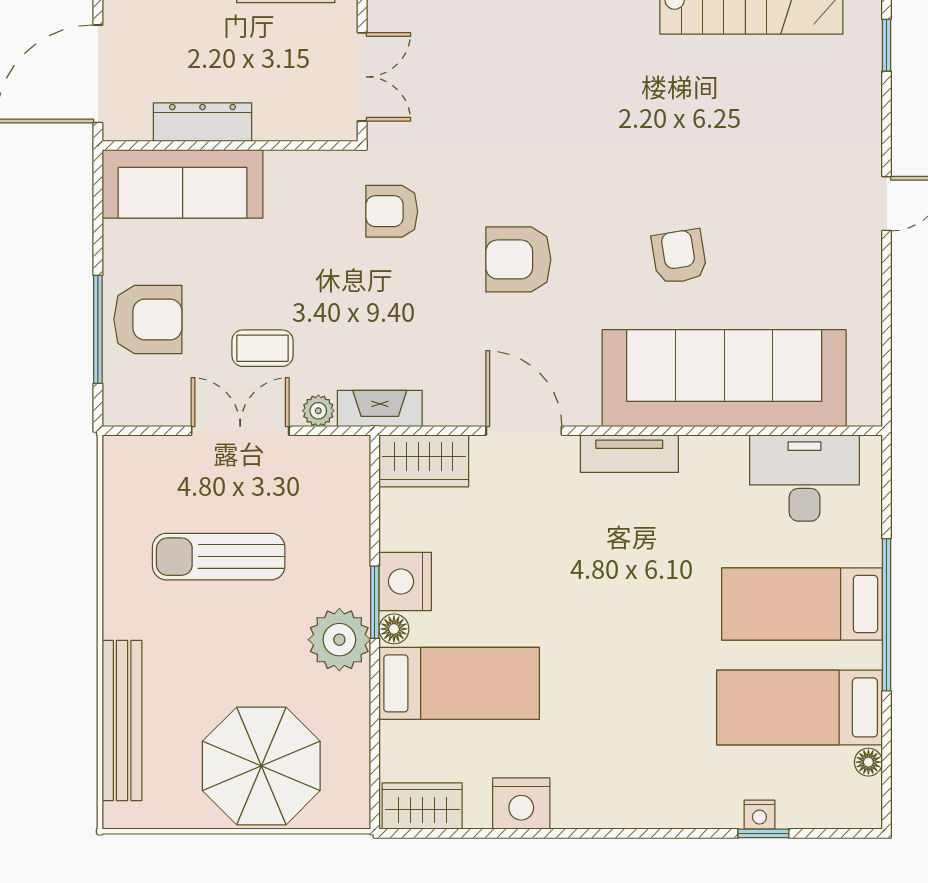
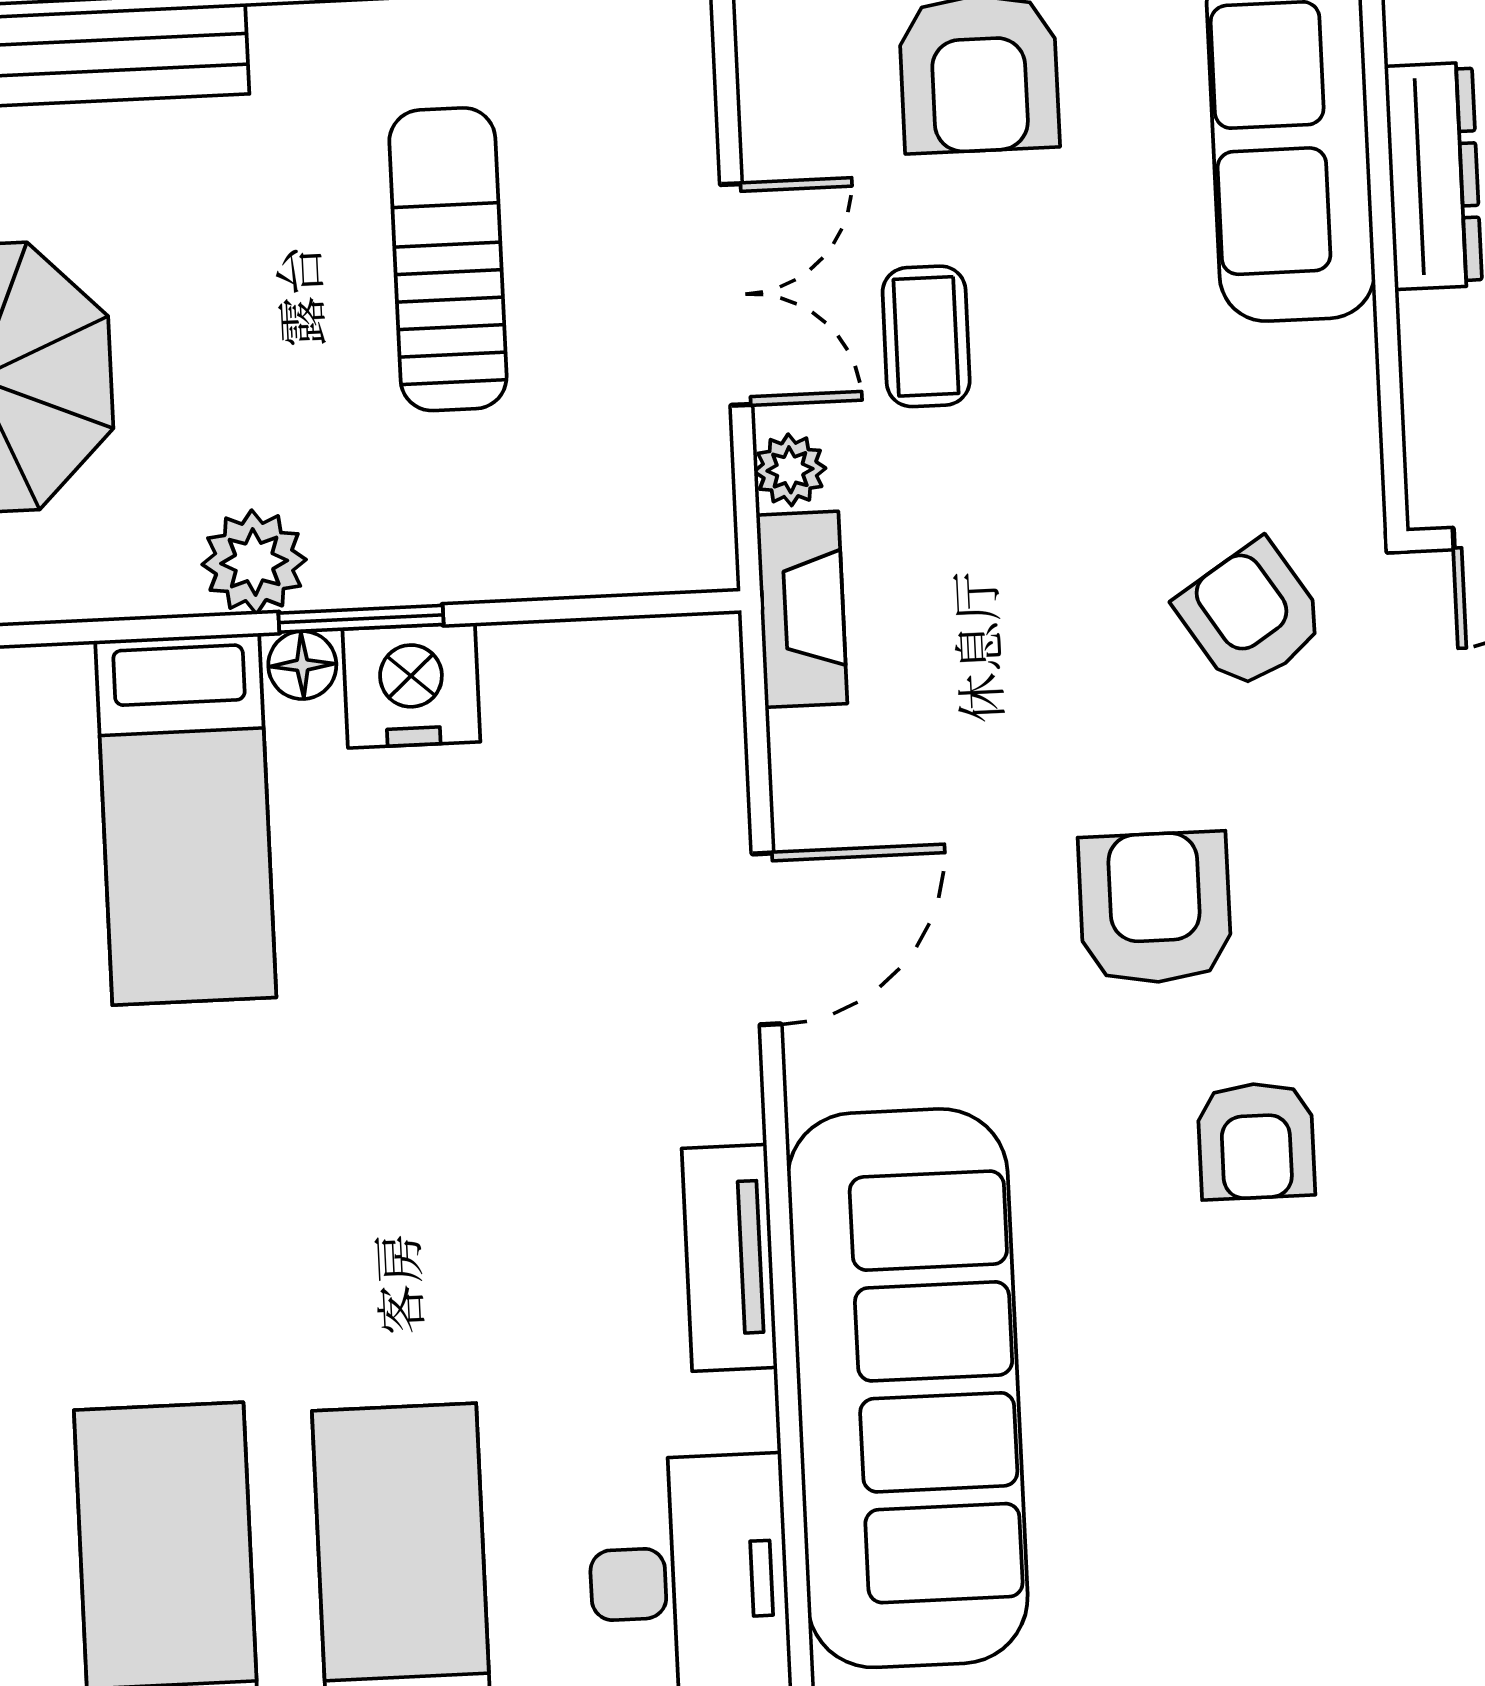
armchair: (392, 211) -> (1251, 615), turned -33
armchair: (679, 257) -> (1256, 1141), moved, turned 99
tv unit: (629, 454) -> (729, 1258), moved
wardrobe: (424, 461) -> (687, 715), removed
plant: (339, 640) -> (254, 562), width x0.73, depth x0.73

